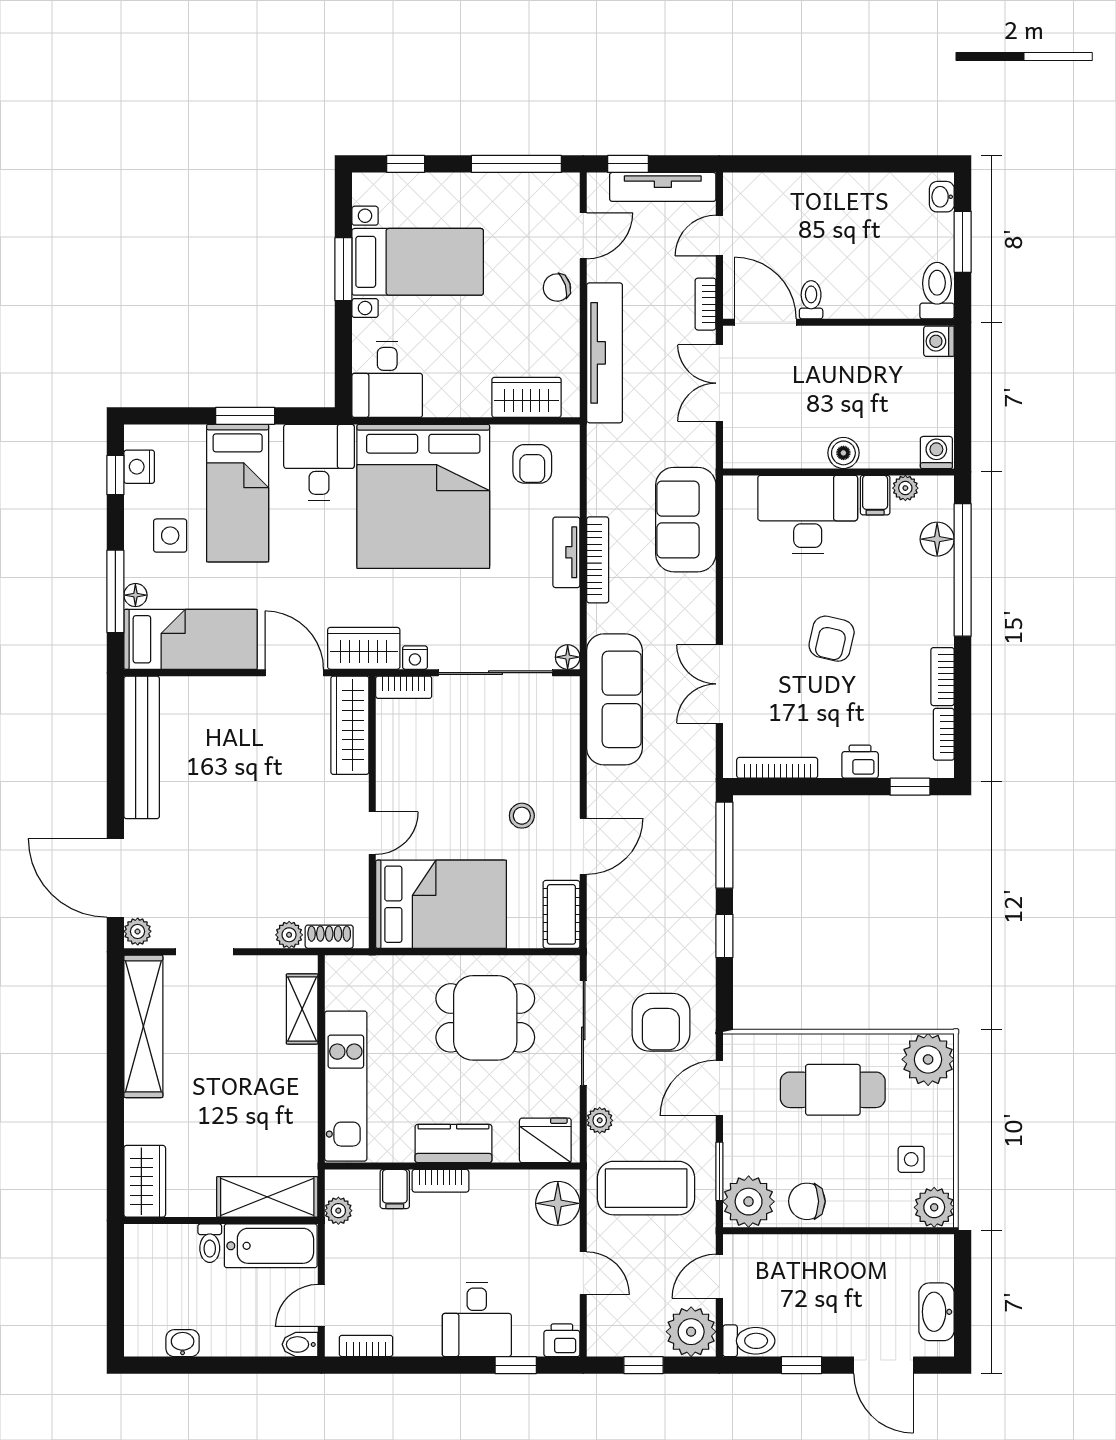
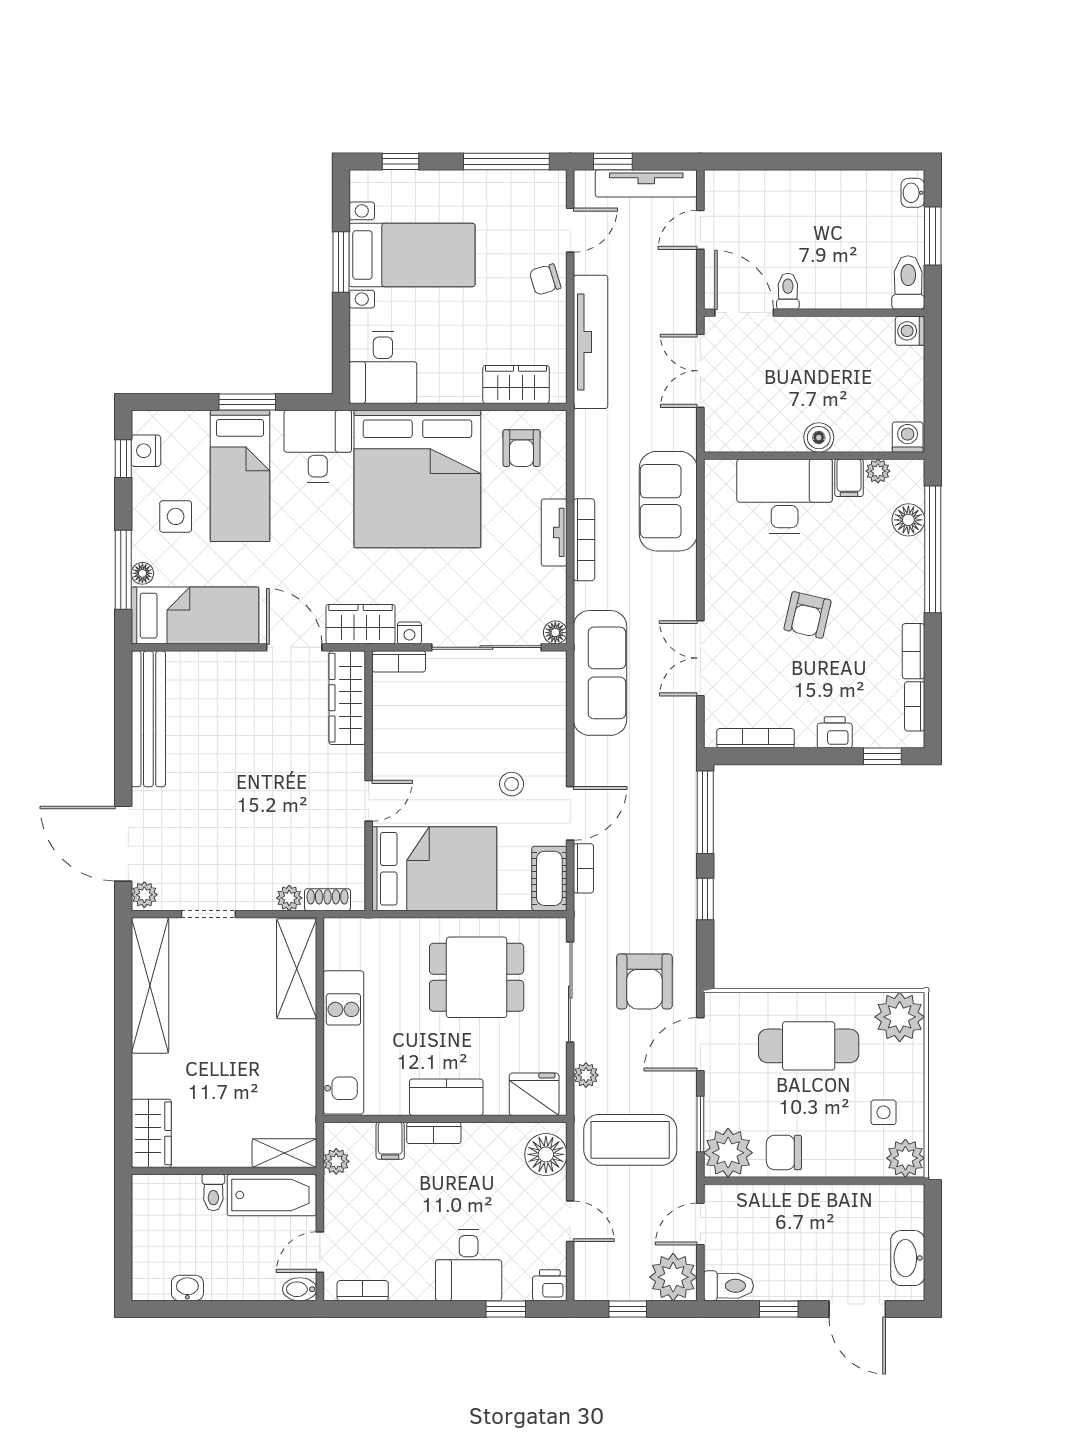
bookcase: (706, 304) -> (583, 868), moved, turned 180
shelving: (302, 1009) -> (297, 969), width x1.50, depth x1.33
shelving: (267, 1197) -> (284, 1153), width x0.67, depth x0.75

